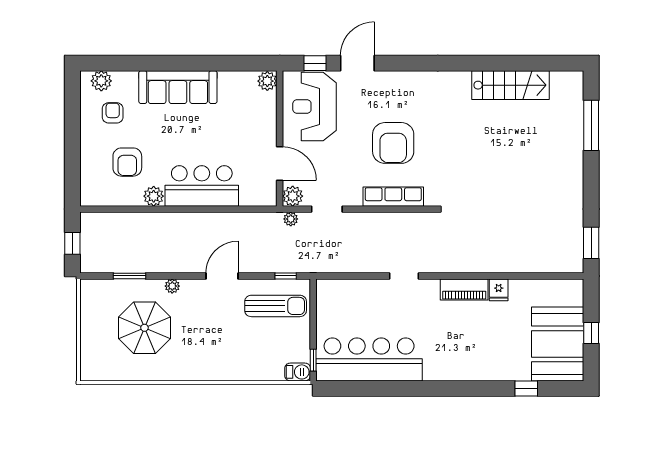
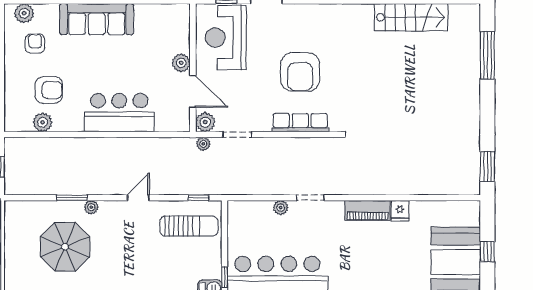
plant: (267, 81) -> (181, 63), moved
armchair: (127, 162) -> (49, 90), turned -90
plant: (154, 196) -> (43, 122), moved
window: (130, 276) -> (72, 198), moved
door: (222, 276) -> (138, 198), width x0.73
plant: (373, 286) -> (281, 208), added

